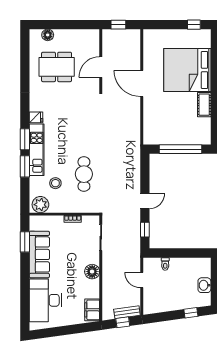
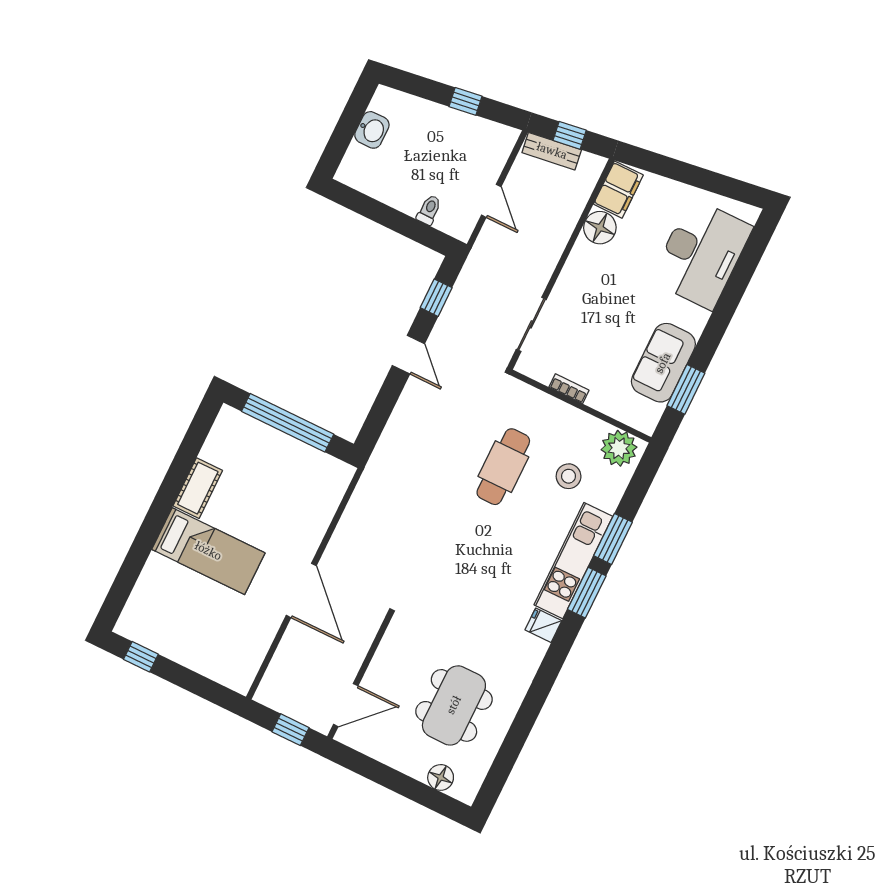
dining table: (57, 67) -> (454, 705), turned 90
door: (101, 67) -> (346, 705), moved
bed: (187, 70) -> (208, 551), width x0.49
door: (145, 201) -> (408, 355), swing flipped
sofa: (39, 254) -> (663, 363), width x0.73
floor lamp: (92, 272) -> (600, 228), moved
window: (191, 313) -> (466, 101), moved

